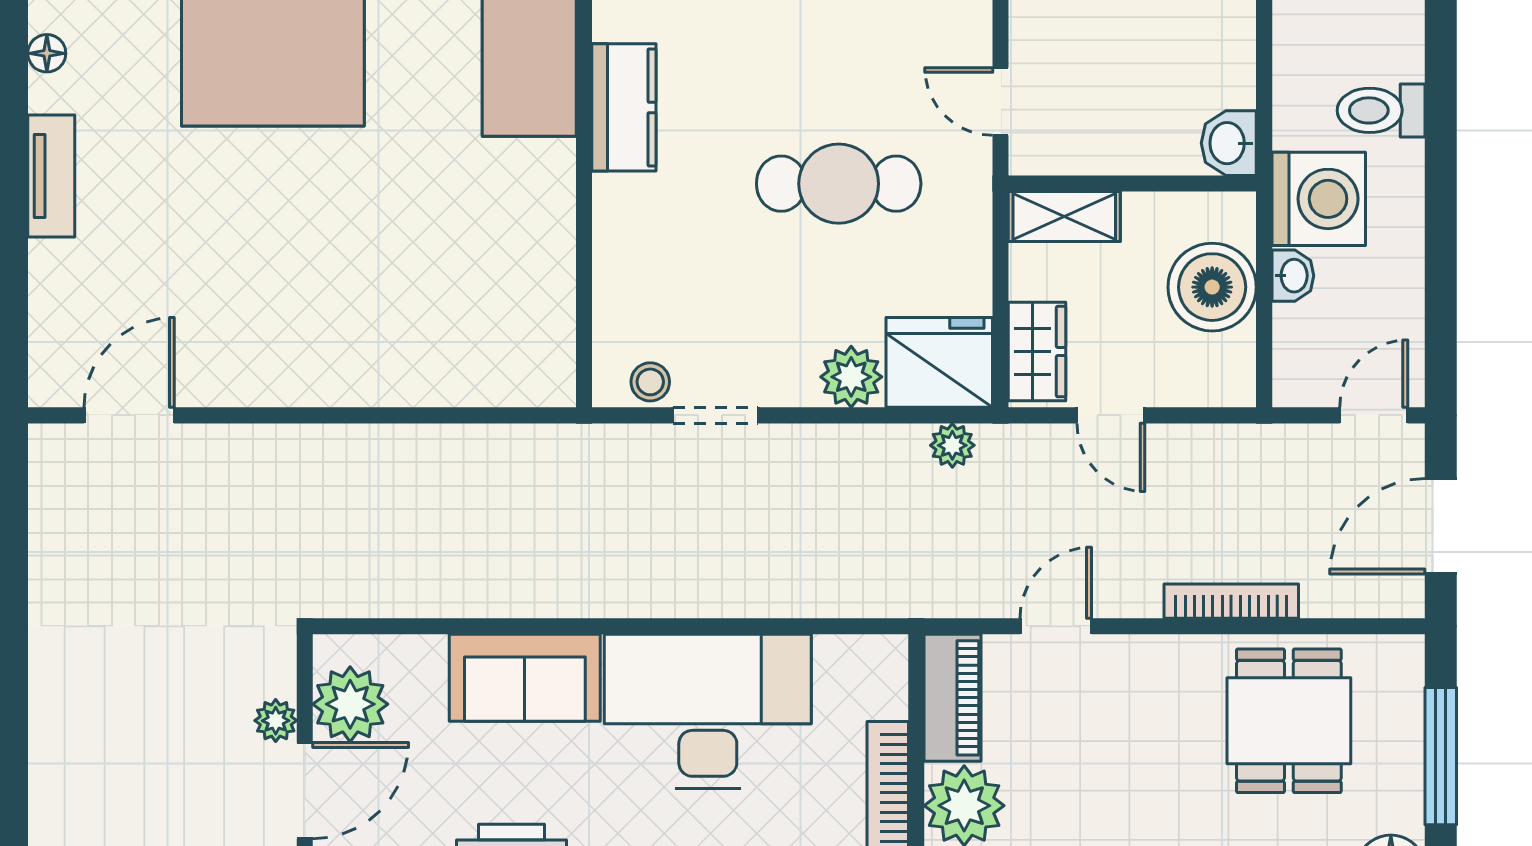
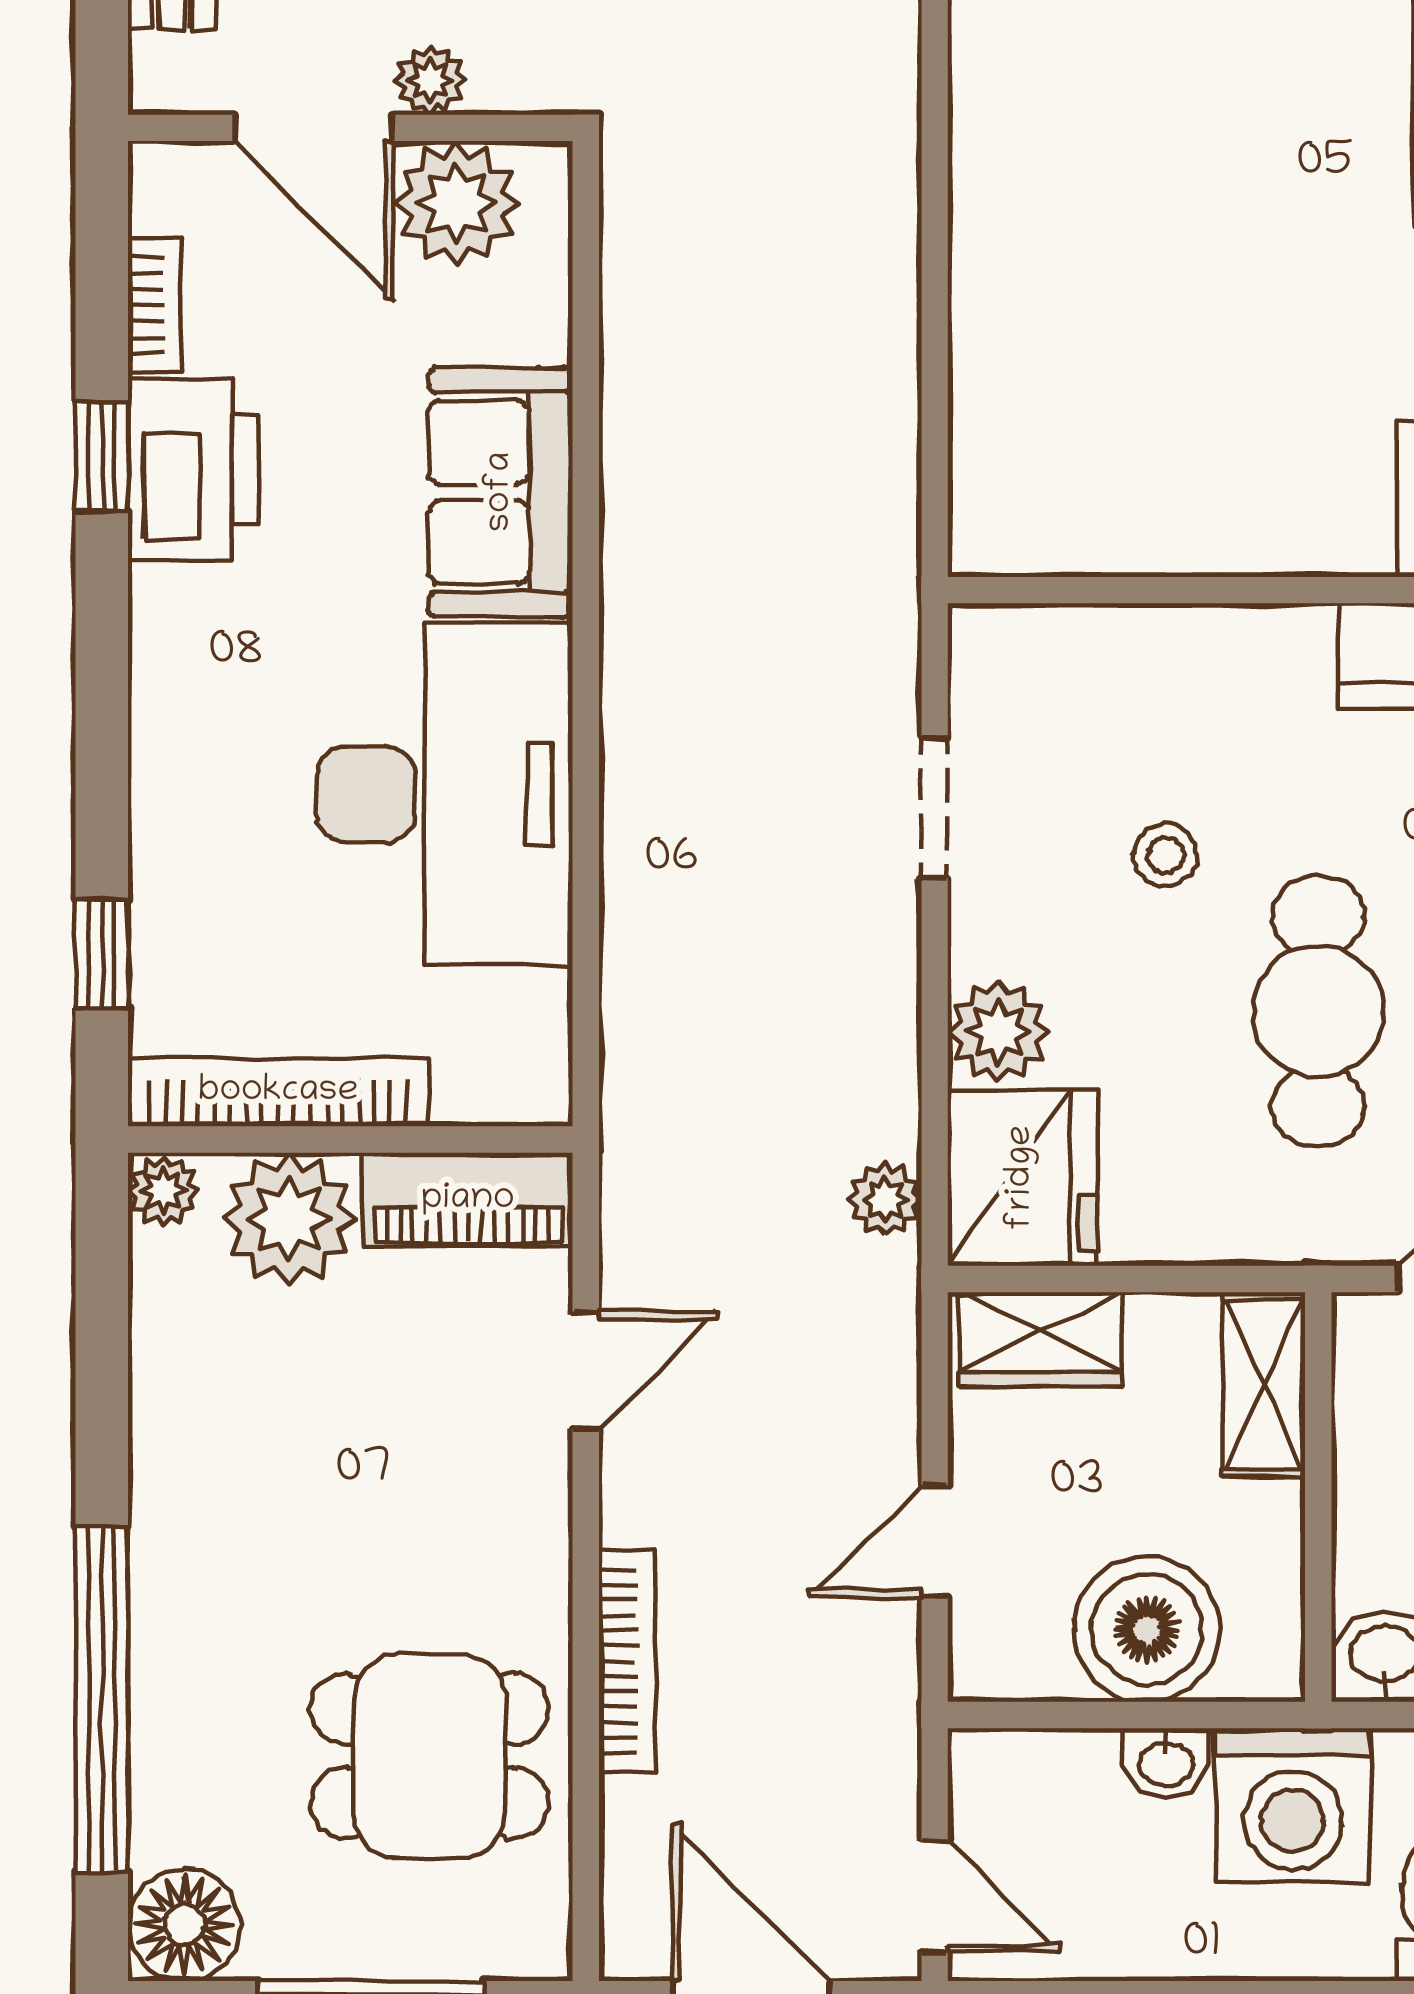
stool: (650, 382) -> (1165, 855), moved
door: (1111, 415) -> (935, 1541), moved
door: (1056, 626) -> (586, 1370), hinge flipped

